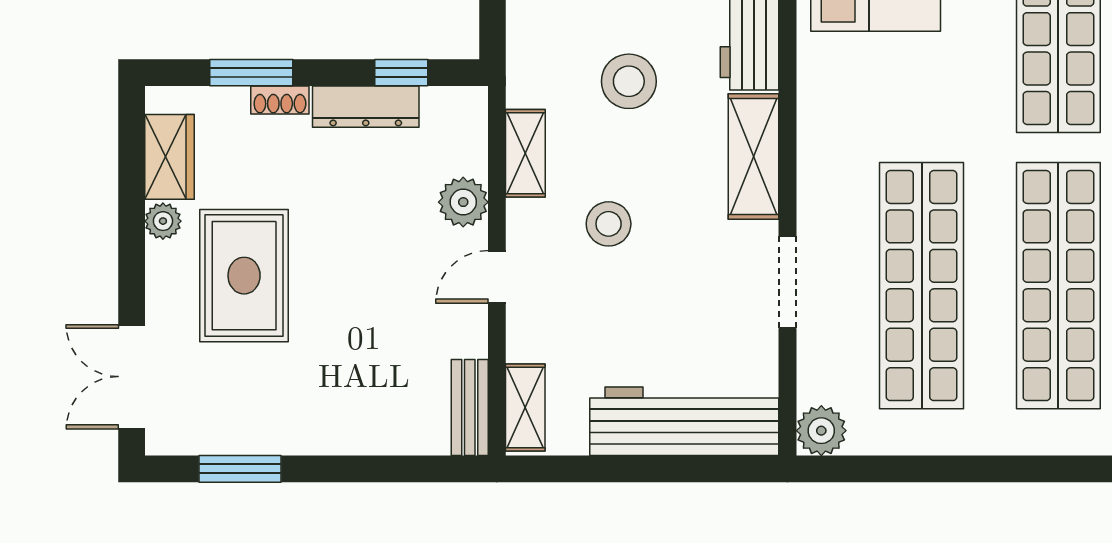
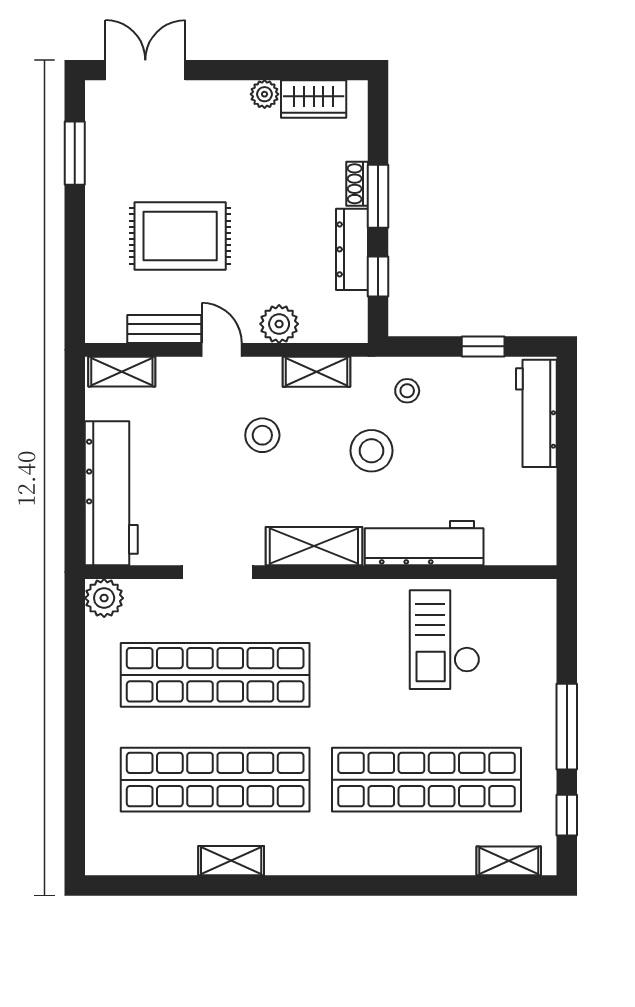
stool: (550, 35) -> (407, 391), added
window: (251, 73) -> (378, 196), moved
rug: (244, 276) -> (180, 236), moved
bench: (470, 407) -> (164, 329), moved

